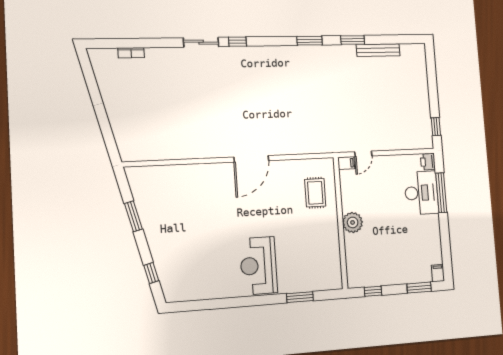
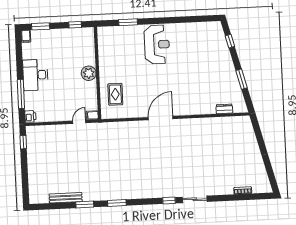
dresser: (159, 172) -> (224, 109), added
desk: (421, 193) -> (35, 75), moved

